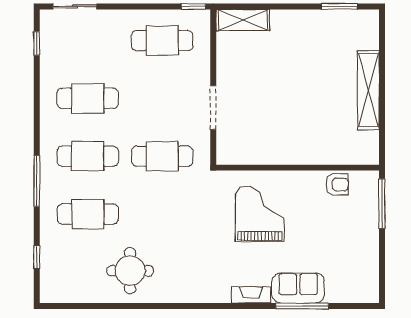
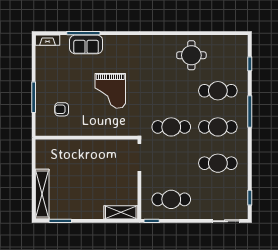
shelving: (368, 90) -> (42, 194), moved
wall: (298, 168) -> (86, 138), moved
fireplace: (251, 295) -> (48, 40), moved

